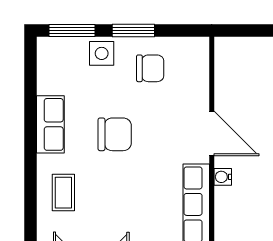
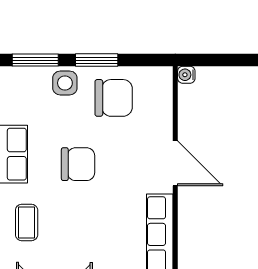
chair: (150, 68) -> (114, 98), width x1.37, depth x1.37
water cooler: (223, 177) -> (186, 75), moved

